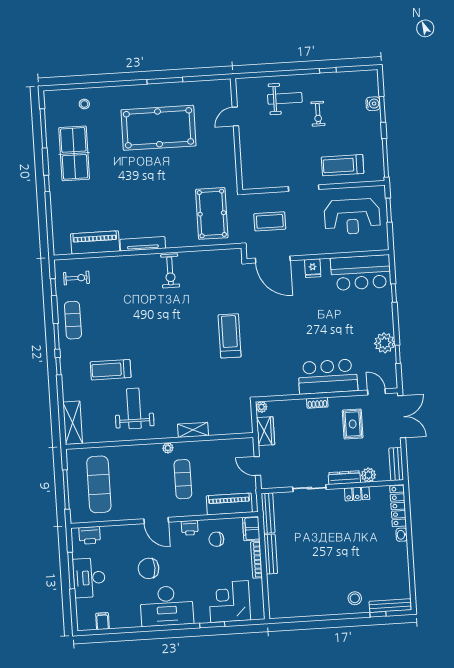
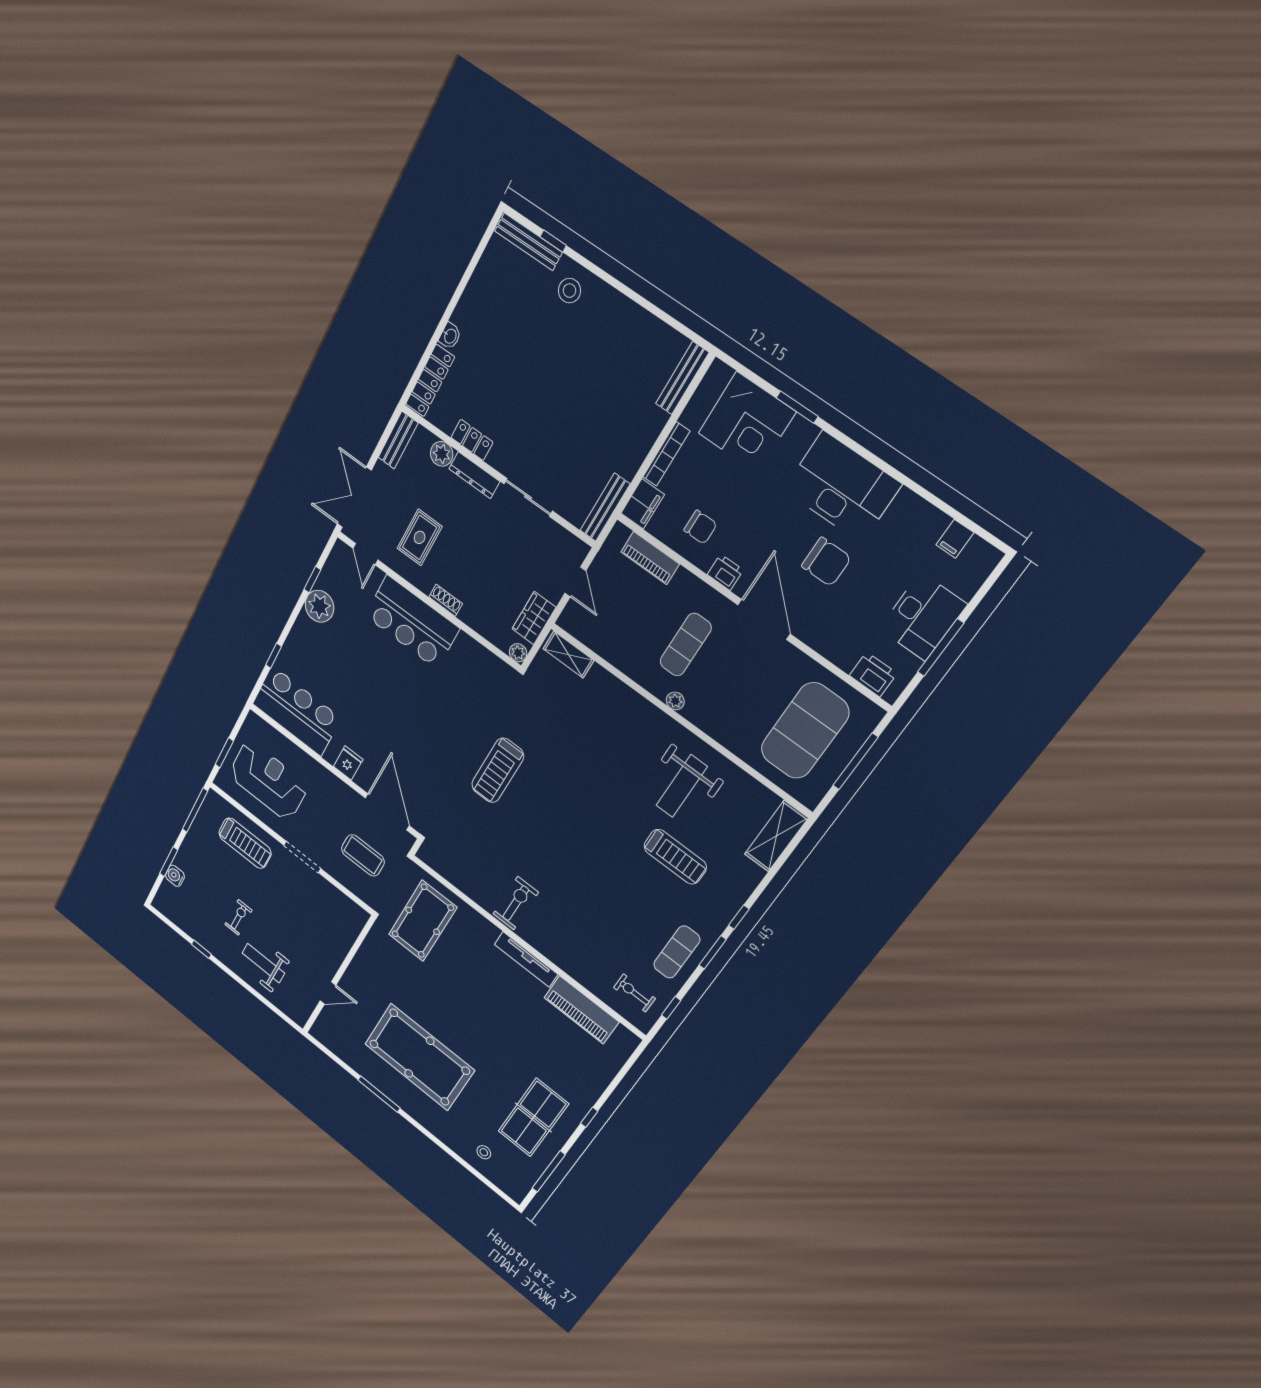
shelving: (193, 430) -> (568, 655), moved
exercise mat: (99, 484) -> (805, 731), width x1.47
piano: (229, 504) -> (650, 558), width x0.73, depth x0.75
door: (156, 521) -> (764, 619), width x1.36
bench: (271, 554) -> (682, 378), moved

